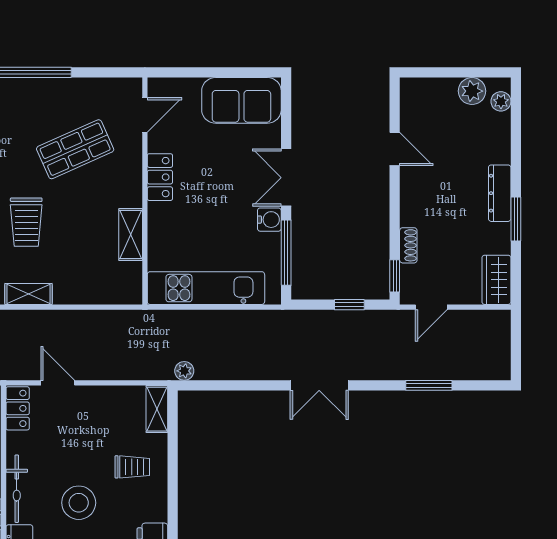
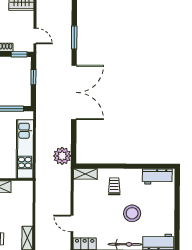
plant: (184, 371) -> (62, 156), width x1.88, depth x1.88
door: (58, 383) -> (72, 224), hinge flipped
double door: (319, 385) -> (74, 92), width x1.87

